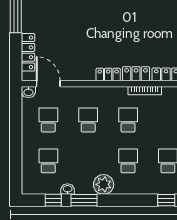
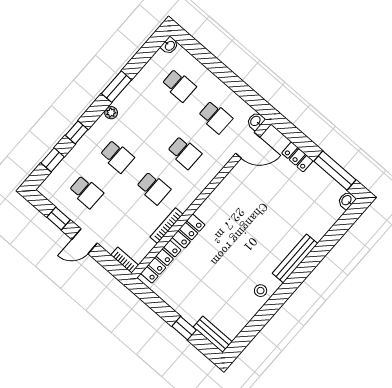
locker: (28, 52) -> (297, 157), width x0.66
locker: (108, 74) -> (209, 206), removed
plant: (104, 184) -> (111, 113), width x0.53, depth x0.53
washbasin: (68, 189) -> (170, 46), moved
window: (53, 200) -> (77, 132), moved

